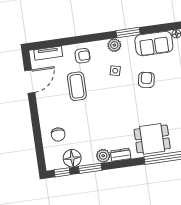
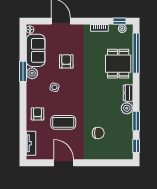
plant: (114, 45) -> (32, 73), moved
armchair: (146, 80) -> (66, 61), turned 79
door: (30, 82) -> (64, 163), moved
chair: (58, 134) -> (98, 133), moved
floor lamp: (72, 158) -> (125, 136), removed

